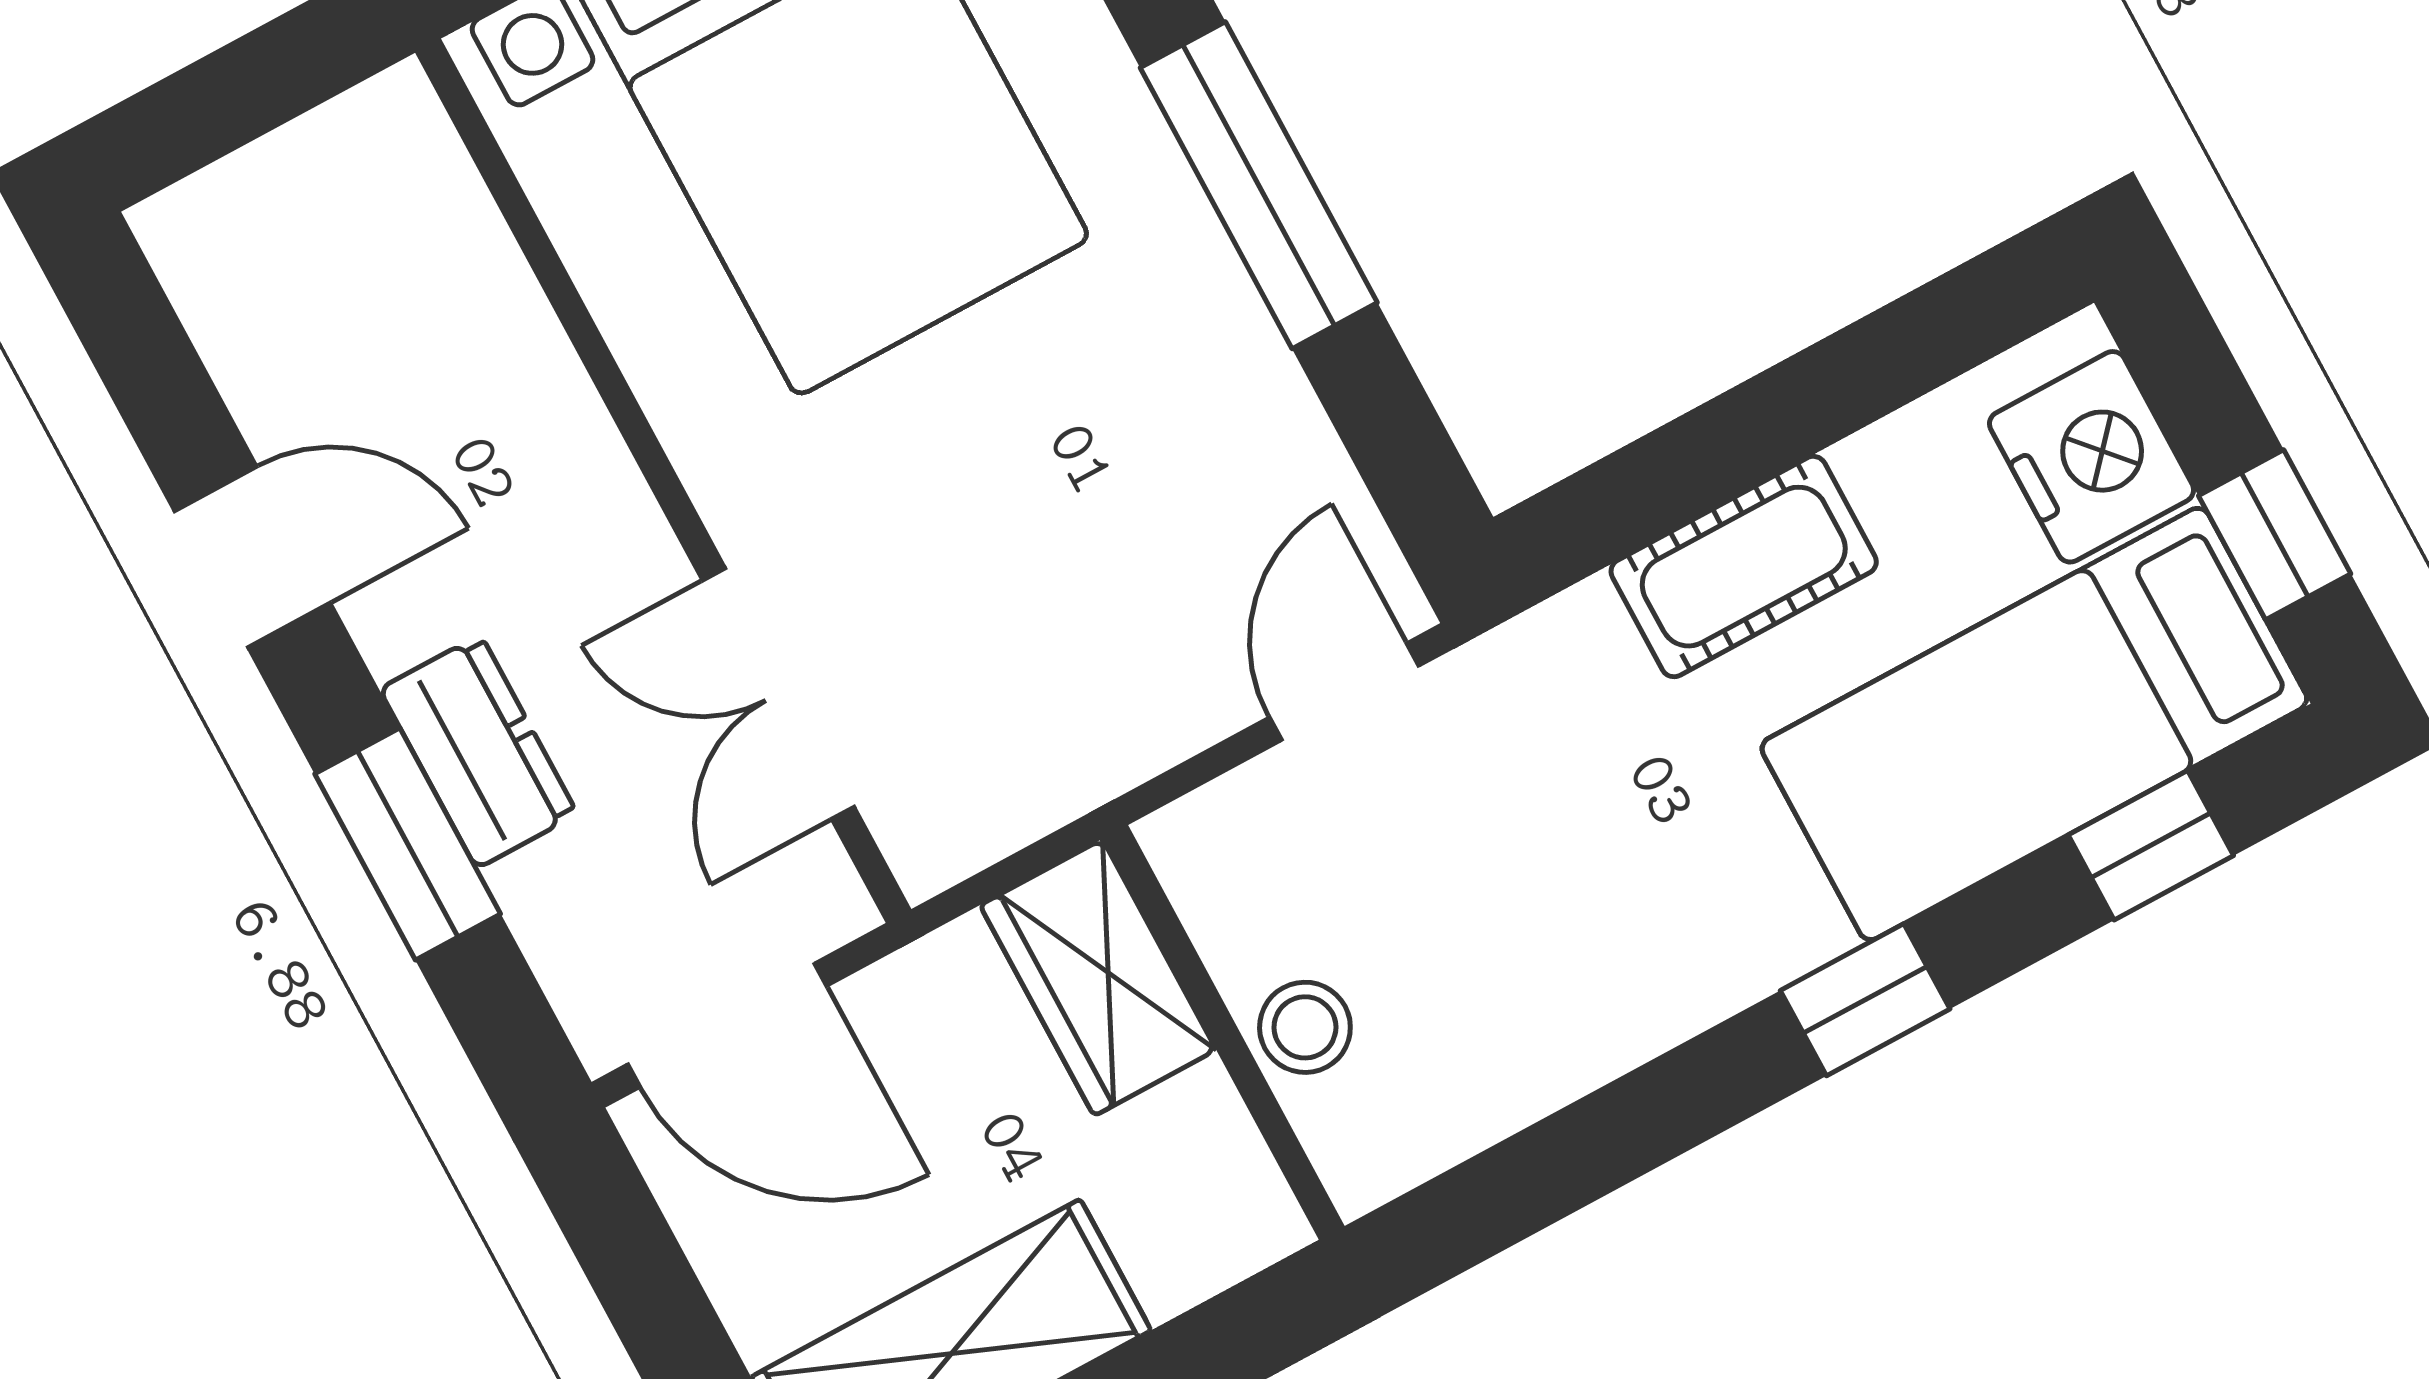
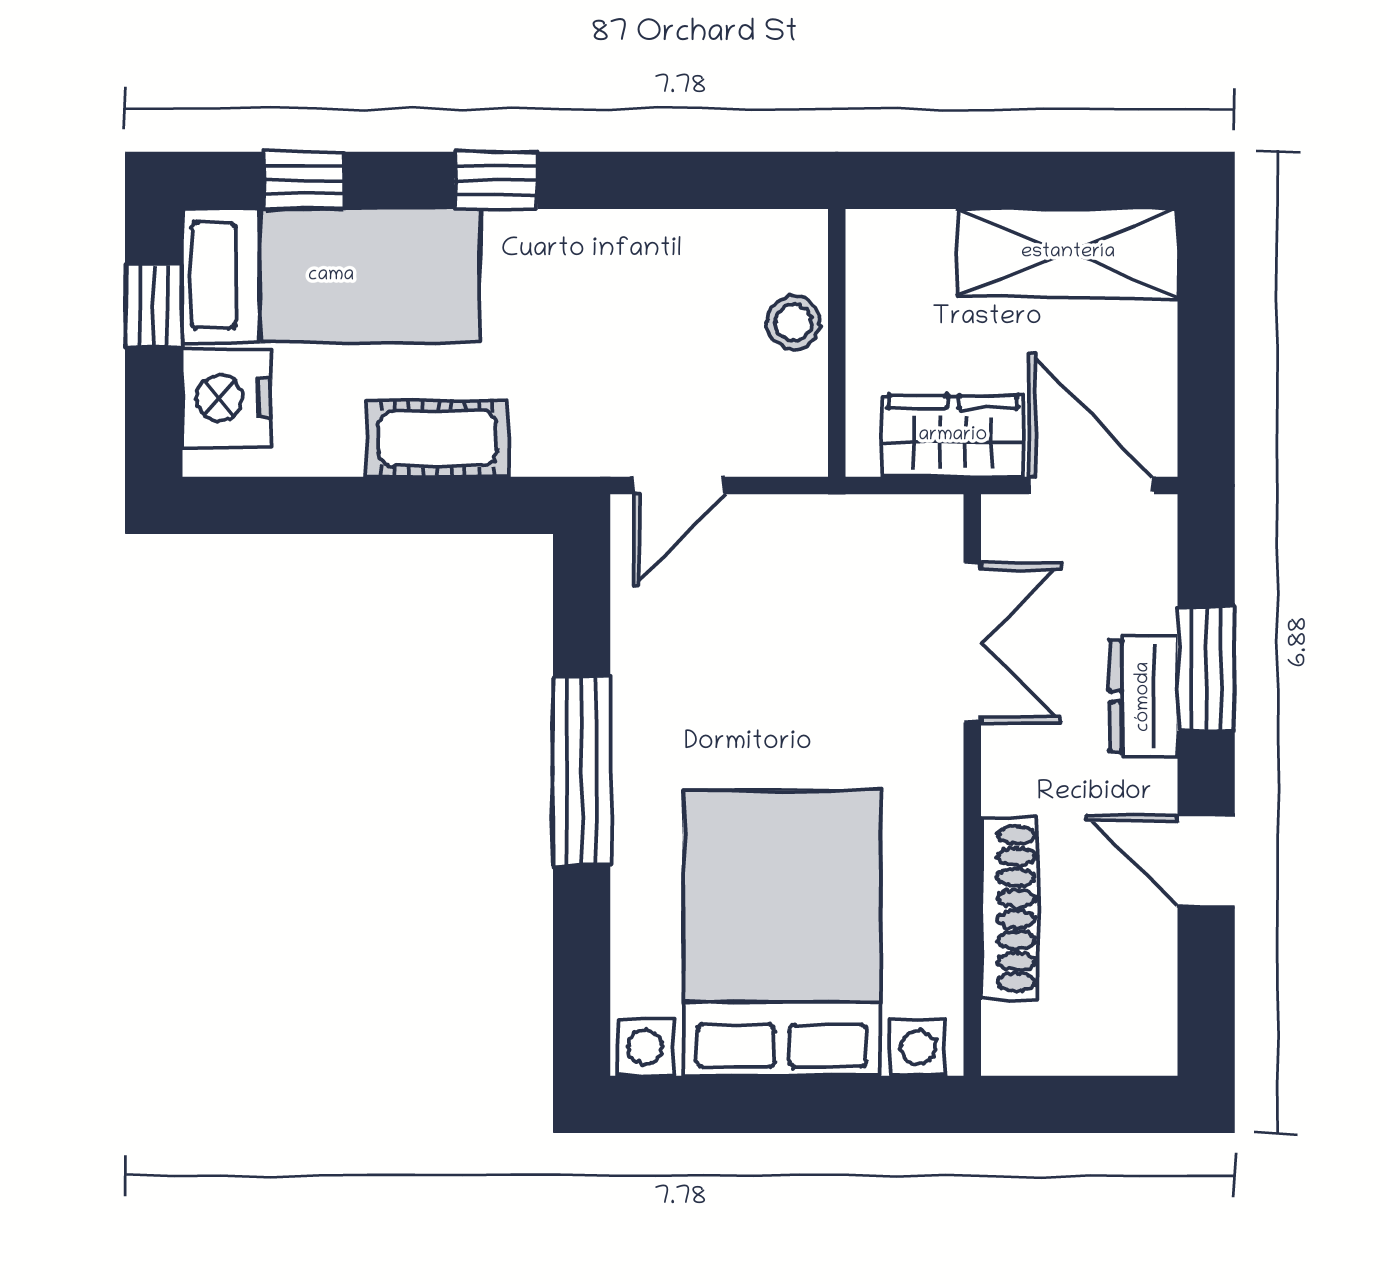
shoe rack: (508, 325) -> (1009, 909), added
wardrobe: (1098, 978) -> (953, 436), moved, turned -90

